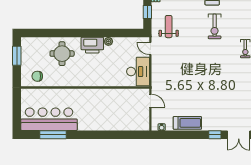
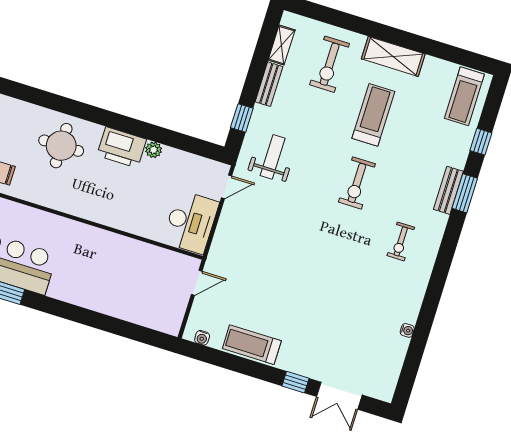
door: (150, 48) -> (227, 187), swing flipped
door: (150, 101) -> (197, 283), hinge flipped
treadmill: (187, 123) -> (252, 345), turned 180

